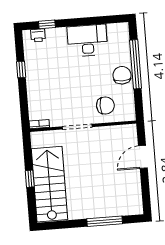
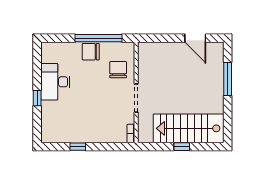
window: (47, 24) -> (37, 98), moved
printer: (38, 35) -> (47, 128), removed
window: (136, 64) -> (98, 38), moved
door: (143, 157) -> (195, 38), moved

